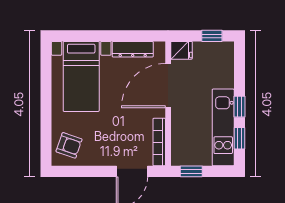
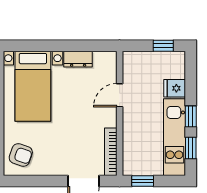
dresser: (133, 49) -> (78, 59), width x0.70
fridge: (181, 50) -> (175, 88), moved, turned 180
door: (168, 85) -> (120, 95), width x0.53

